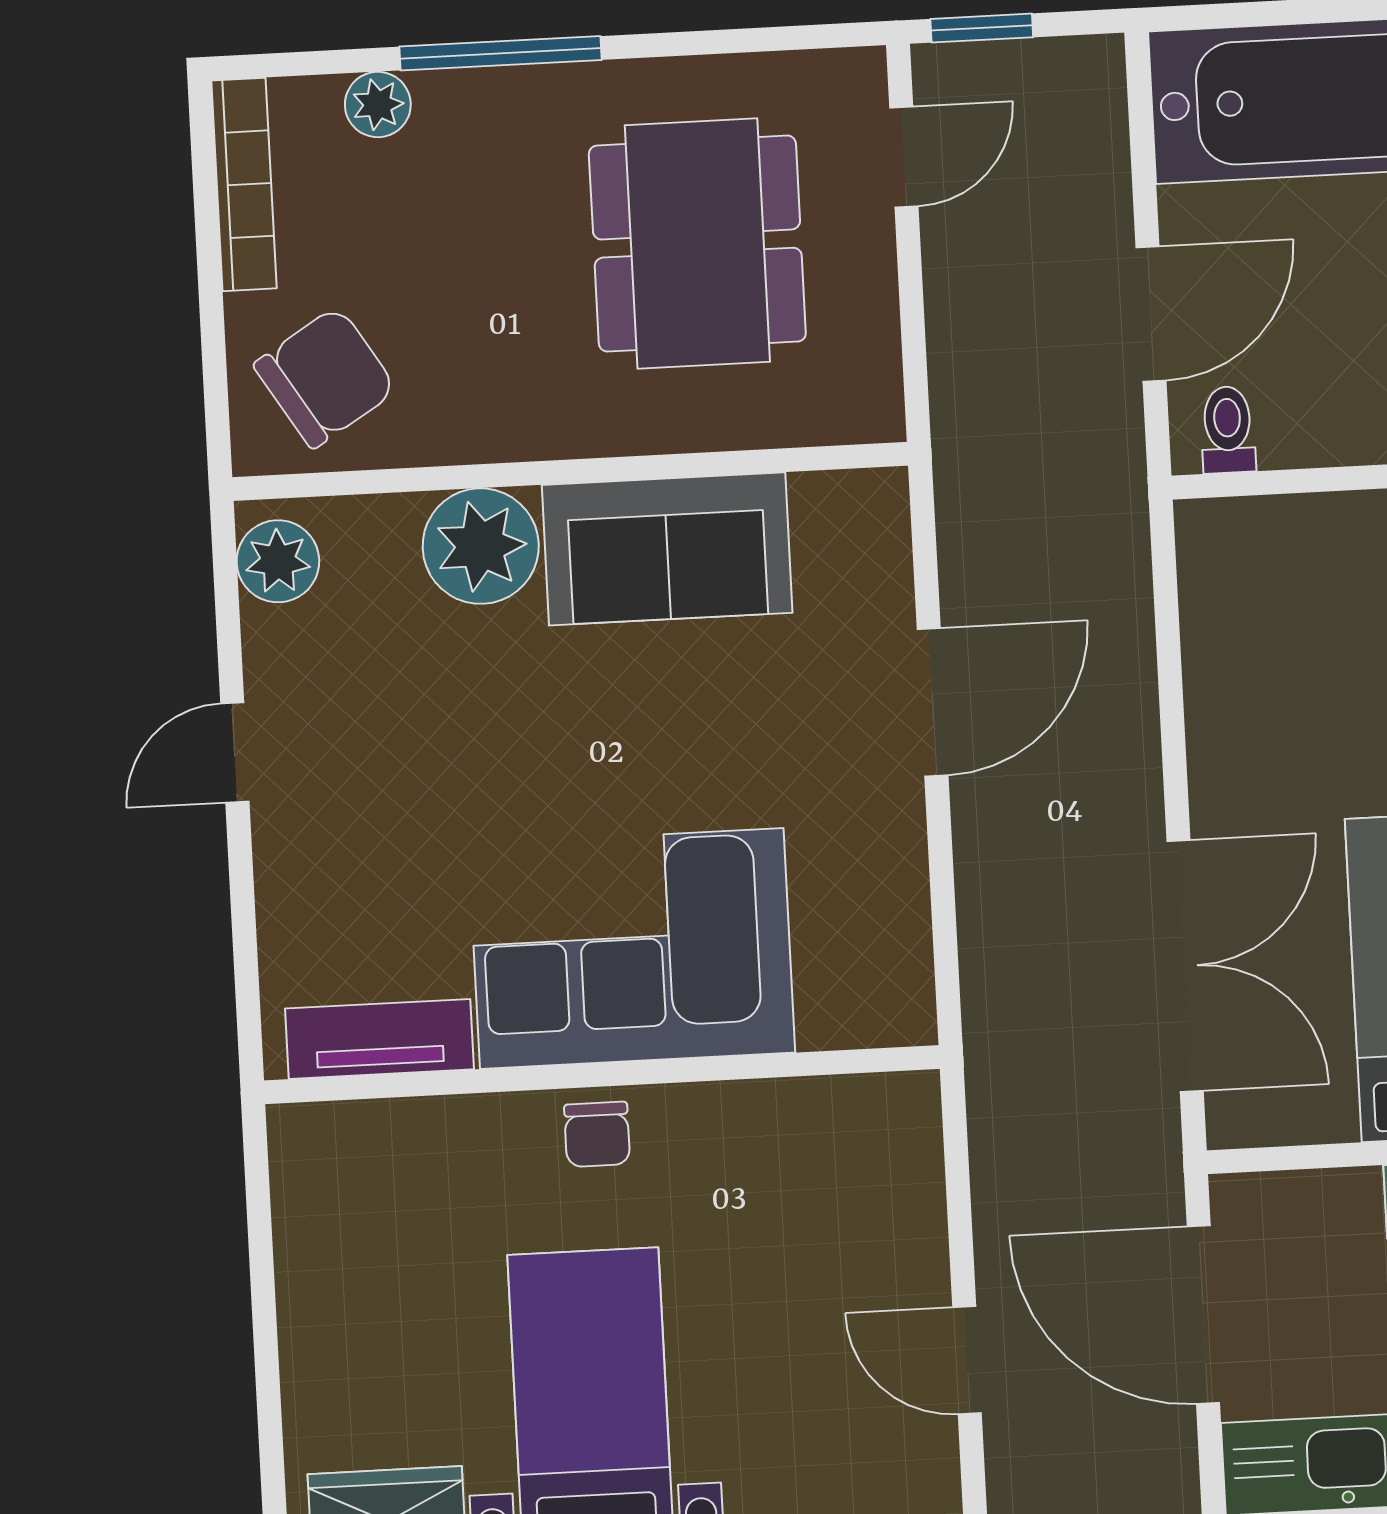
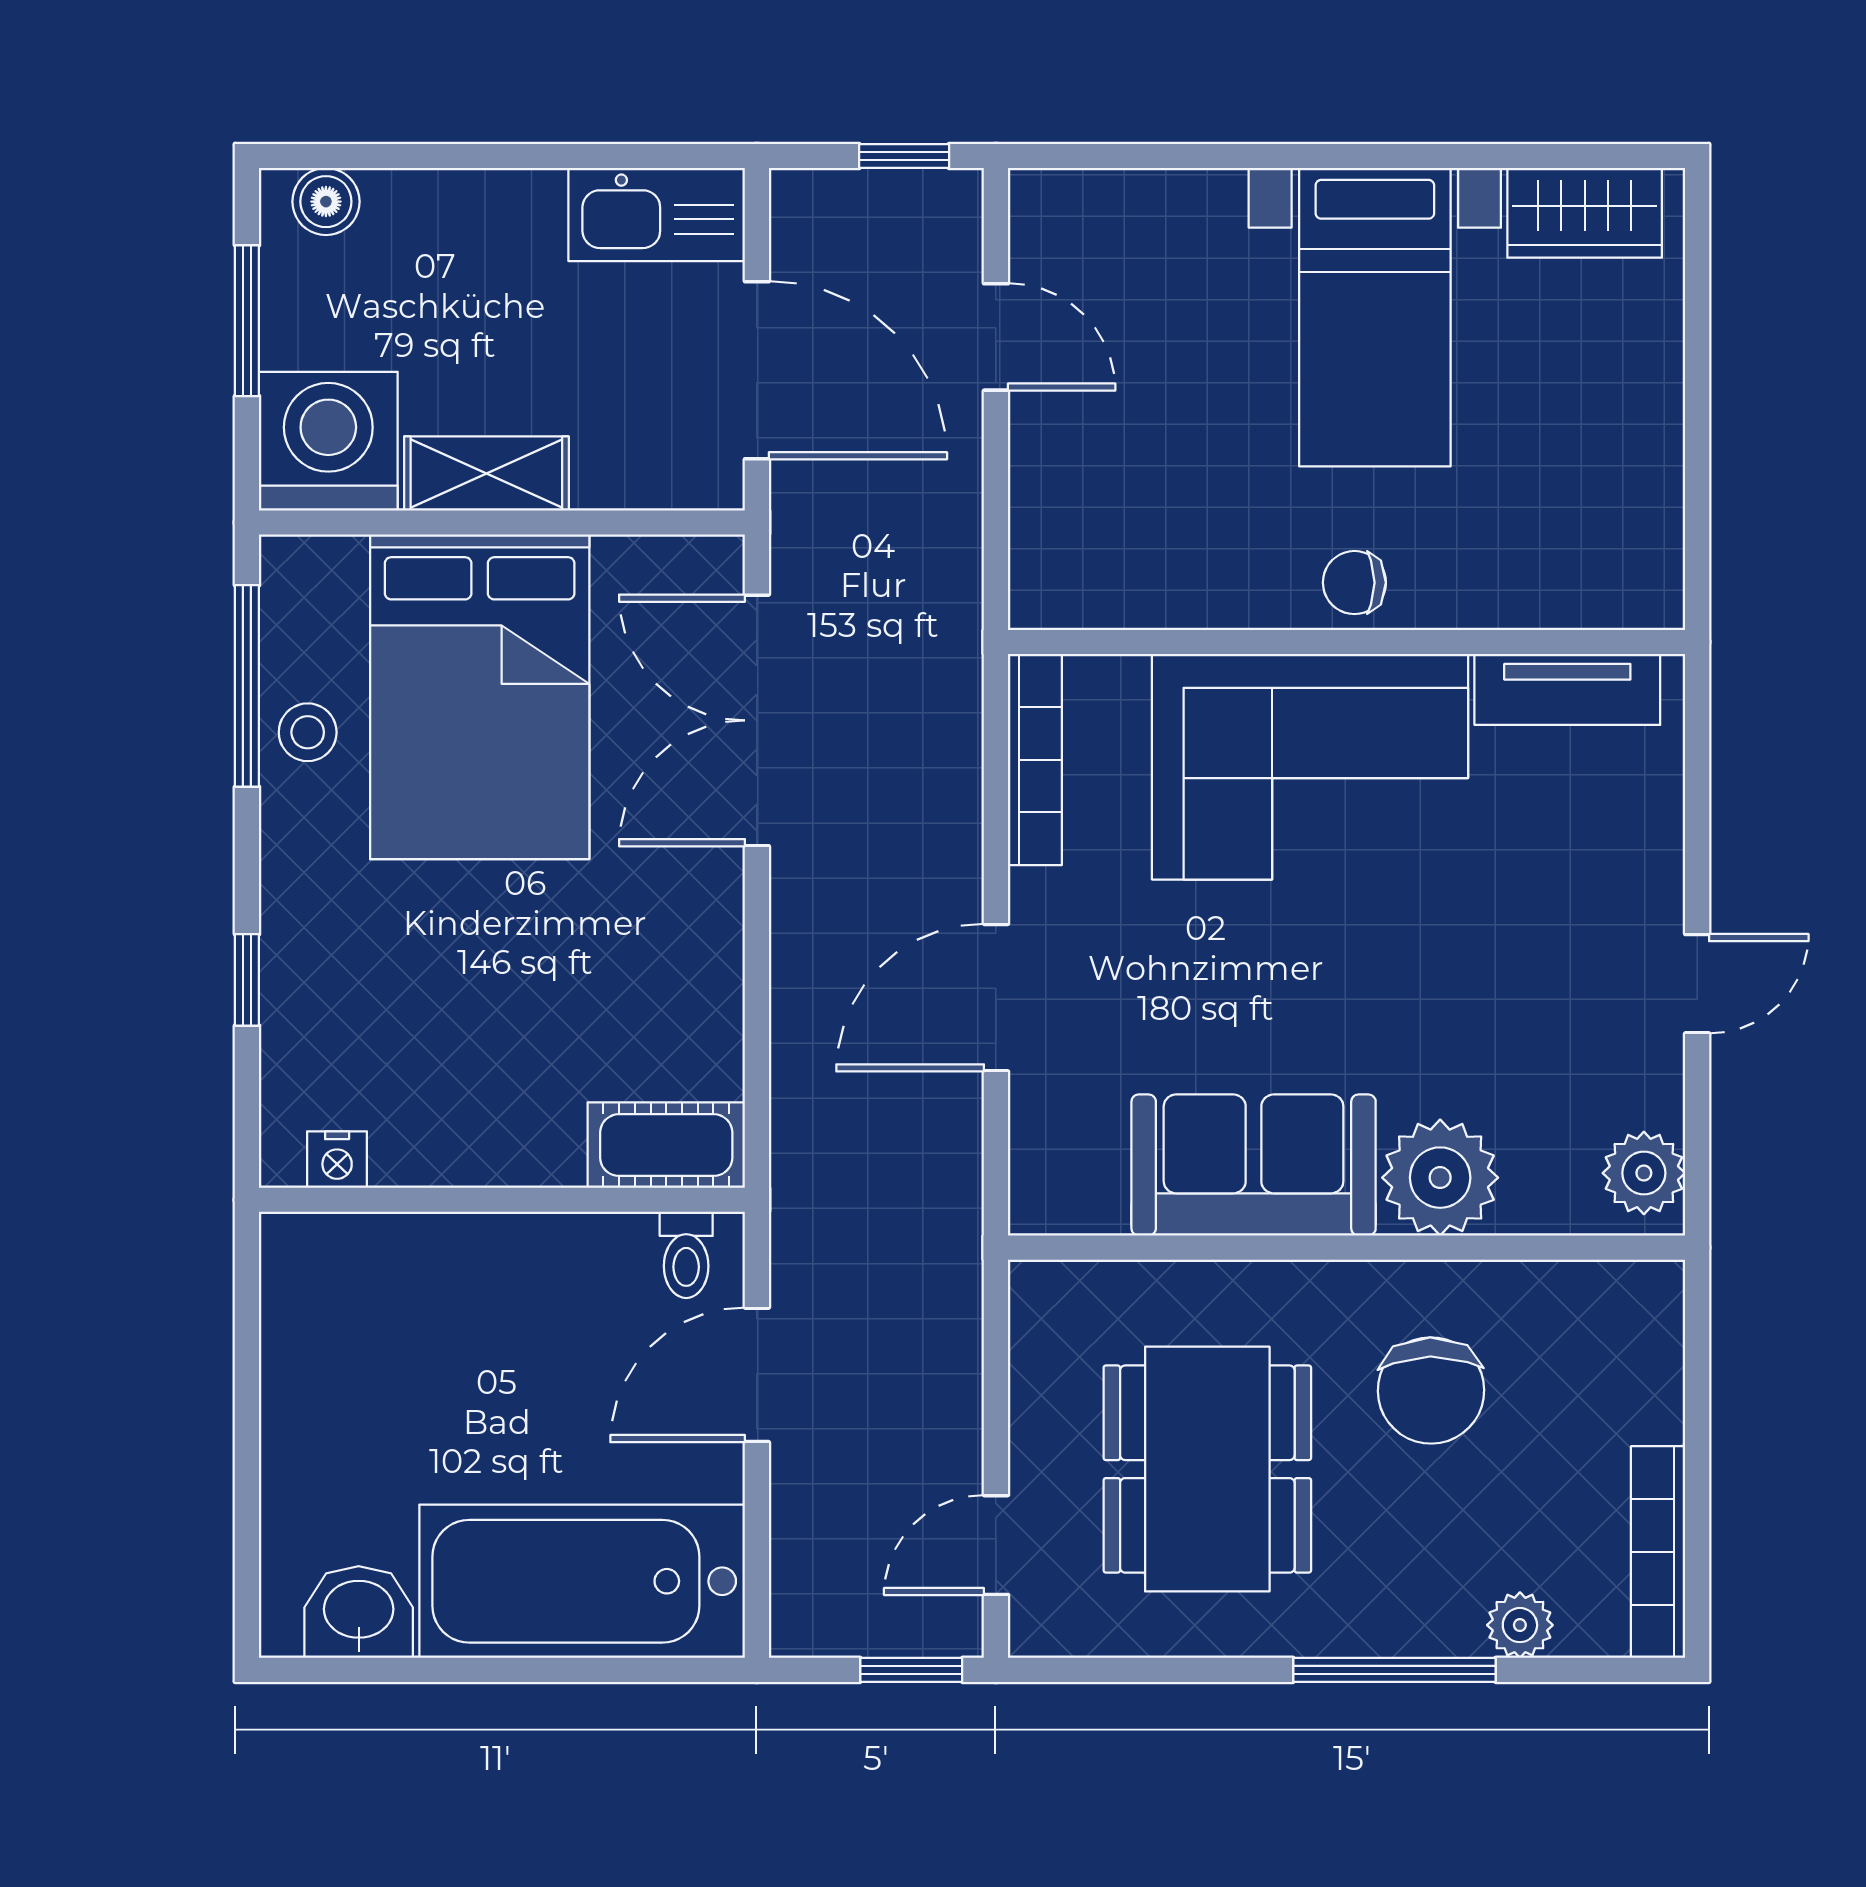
chair: (325, 377) -> (1431, 1390), moved, turned -59
cot: (1253, 538) -> (666, 1145), added
bookcase: (906, 941) -> (1035, 760), added
chair: (597, 1134) -> (1354, 583), turned -90

